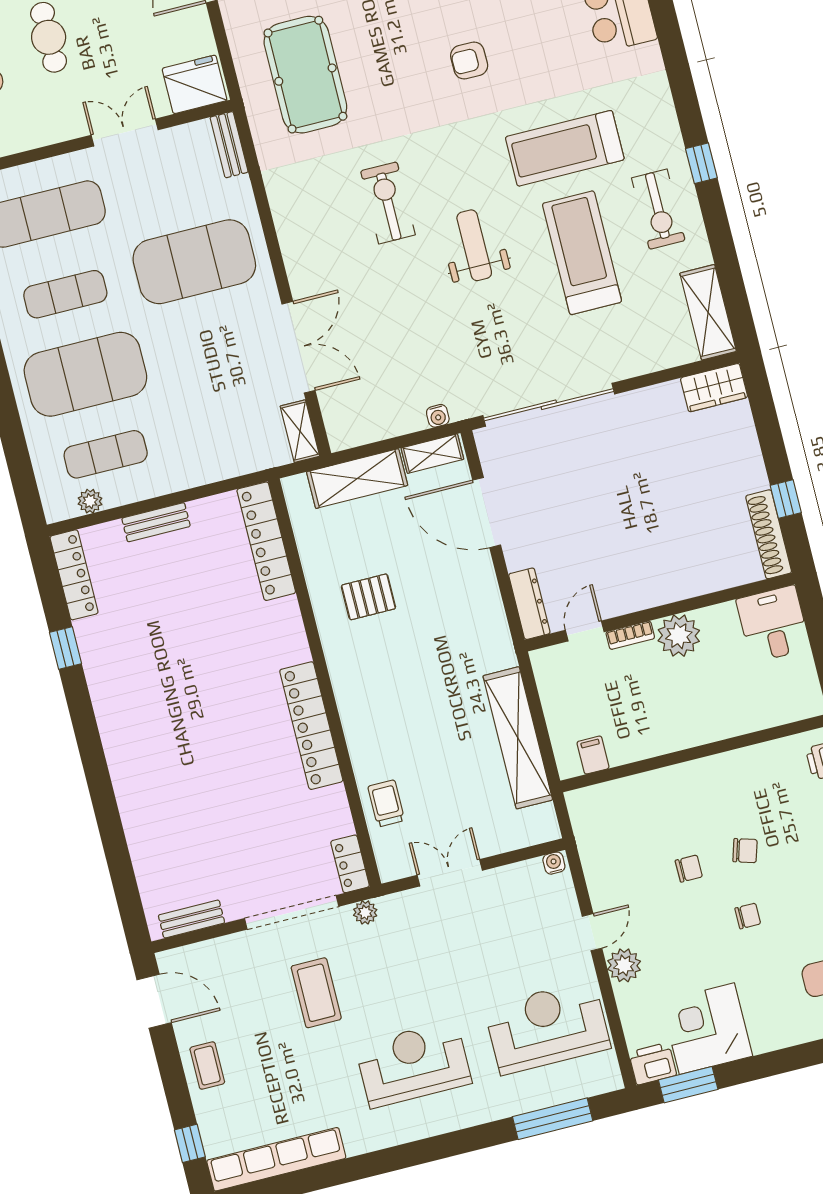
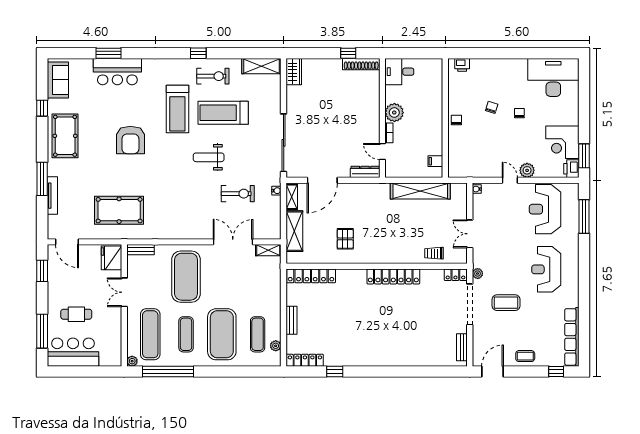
armchair: (469, 61) -> (130, 140), width x1.88, depth x1.88
exercise bike: (388, 203) -> (238, 194), moved, turned 180
chair: (689, 869) -> (456, 120), moved

